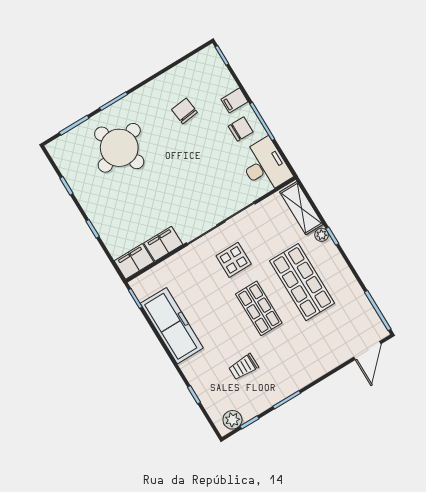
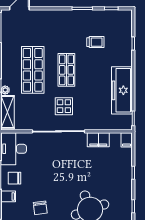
filing cabinet: (134, 261) -> (127, 140), width x0.50
plant: (232, 420) -> (120, 16), removed

